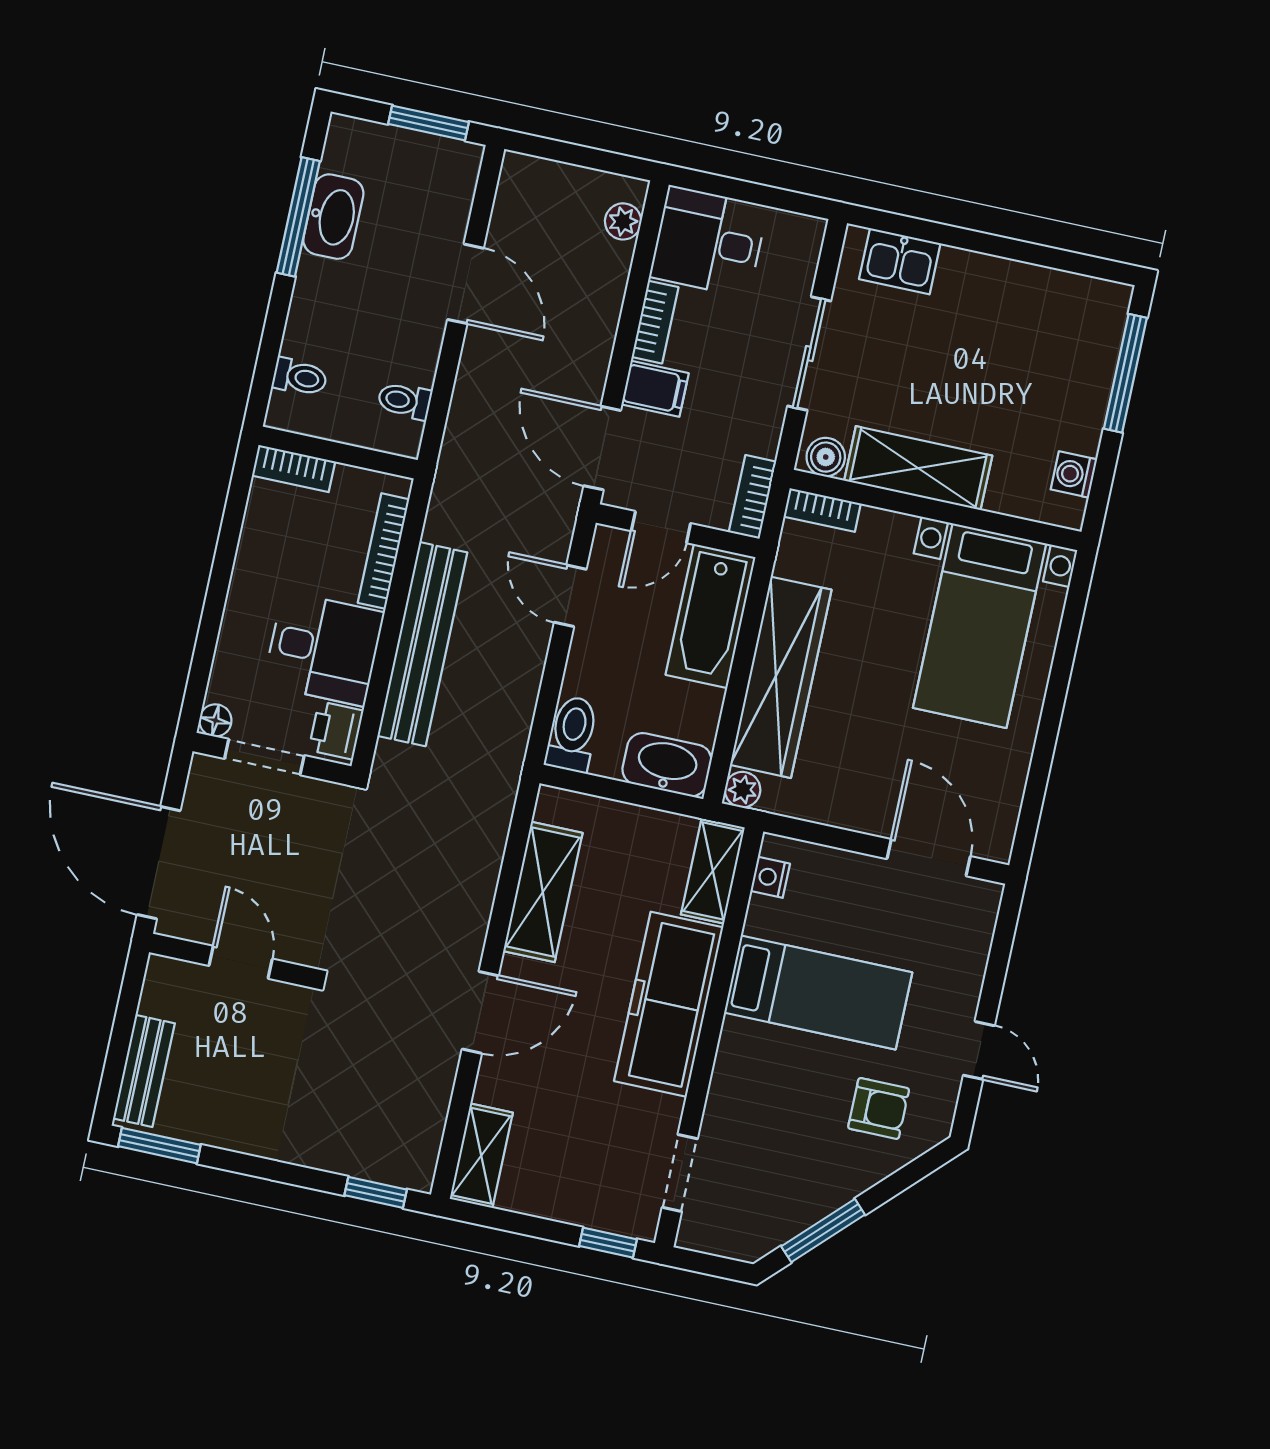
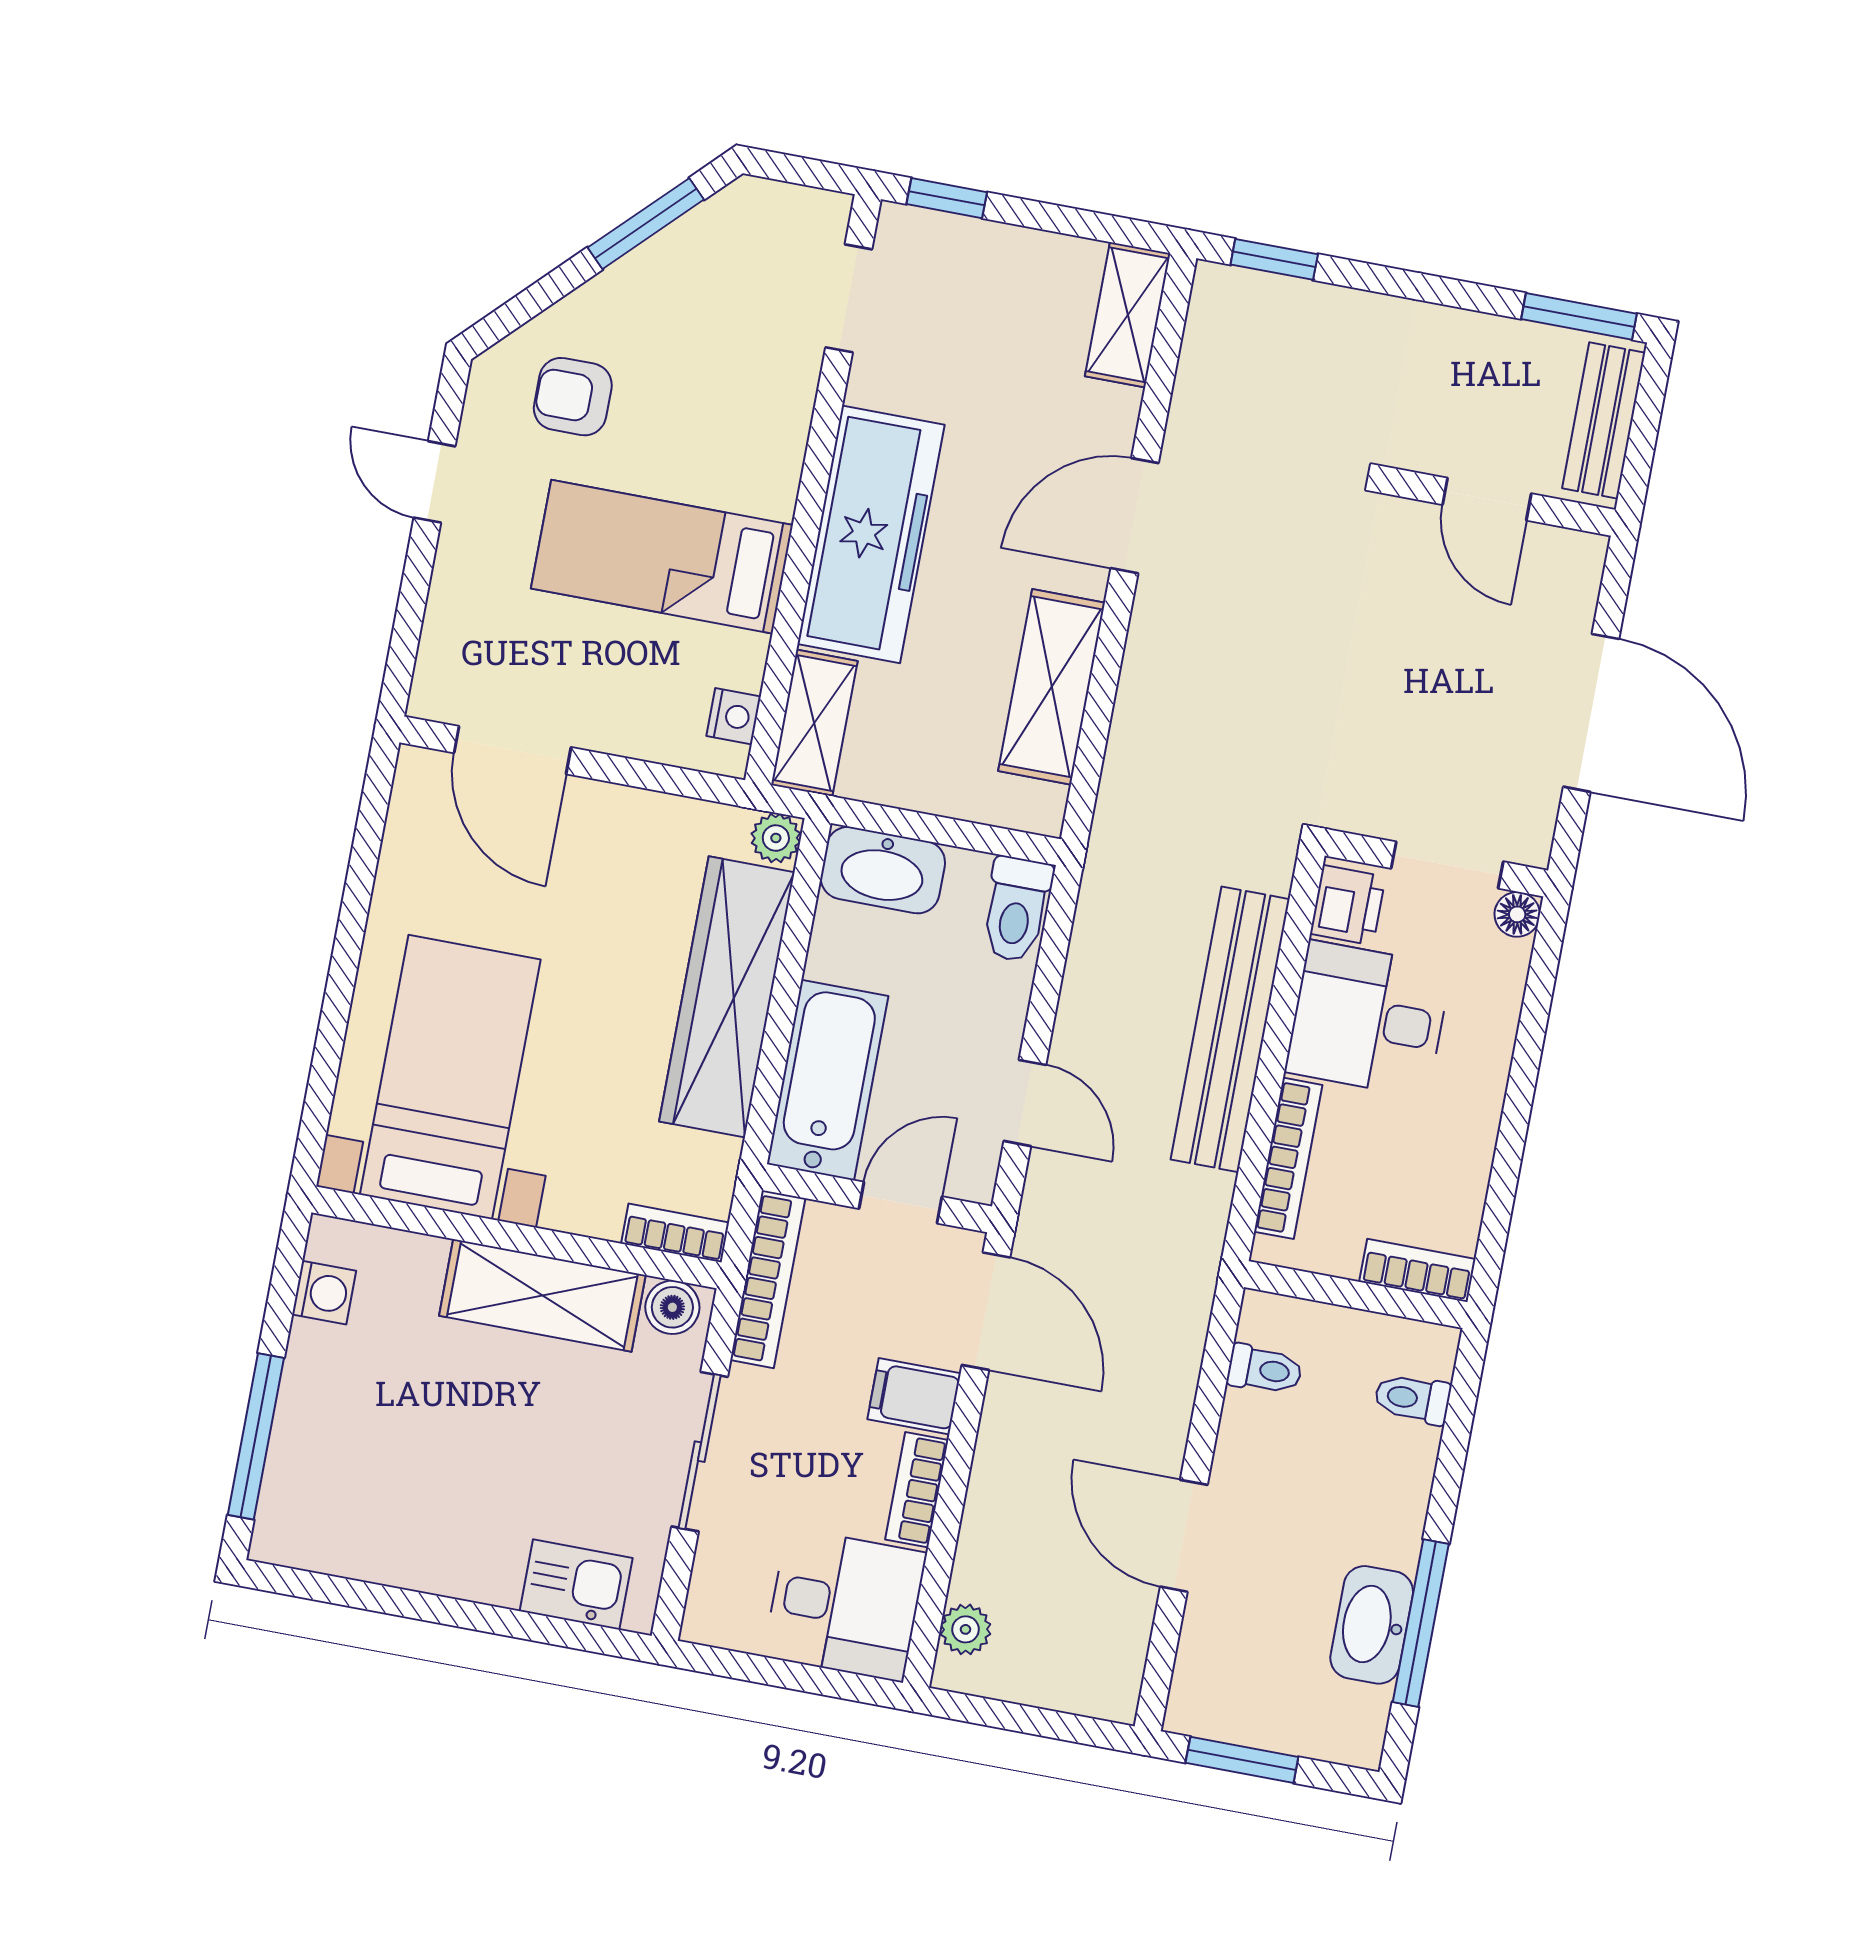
bookcase: (752, 497) -> (768, 1279), width x1.56
wall: (229, 960) -> (1504, 502), moved
door: (241, 962) -> (1487, 499), moved

